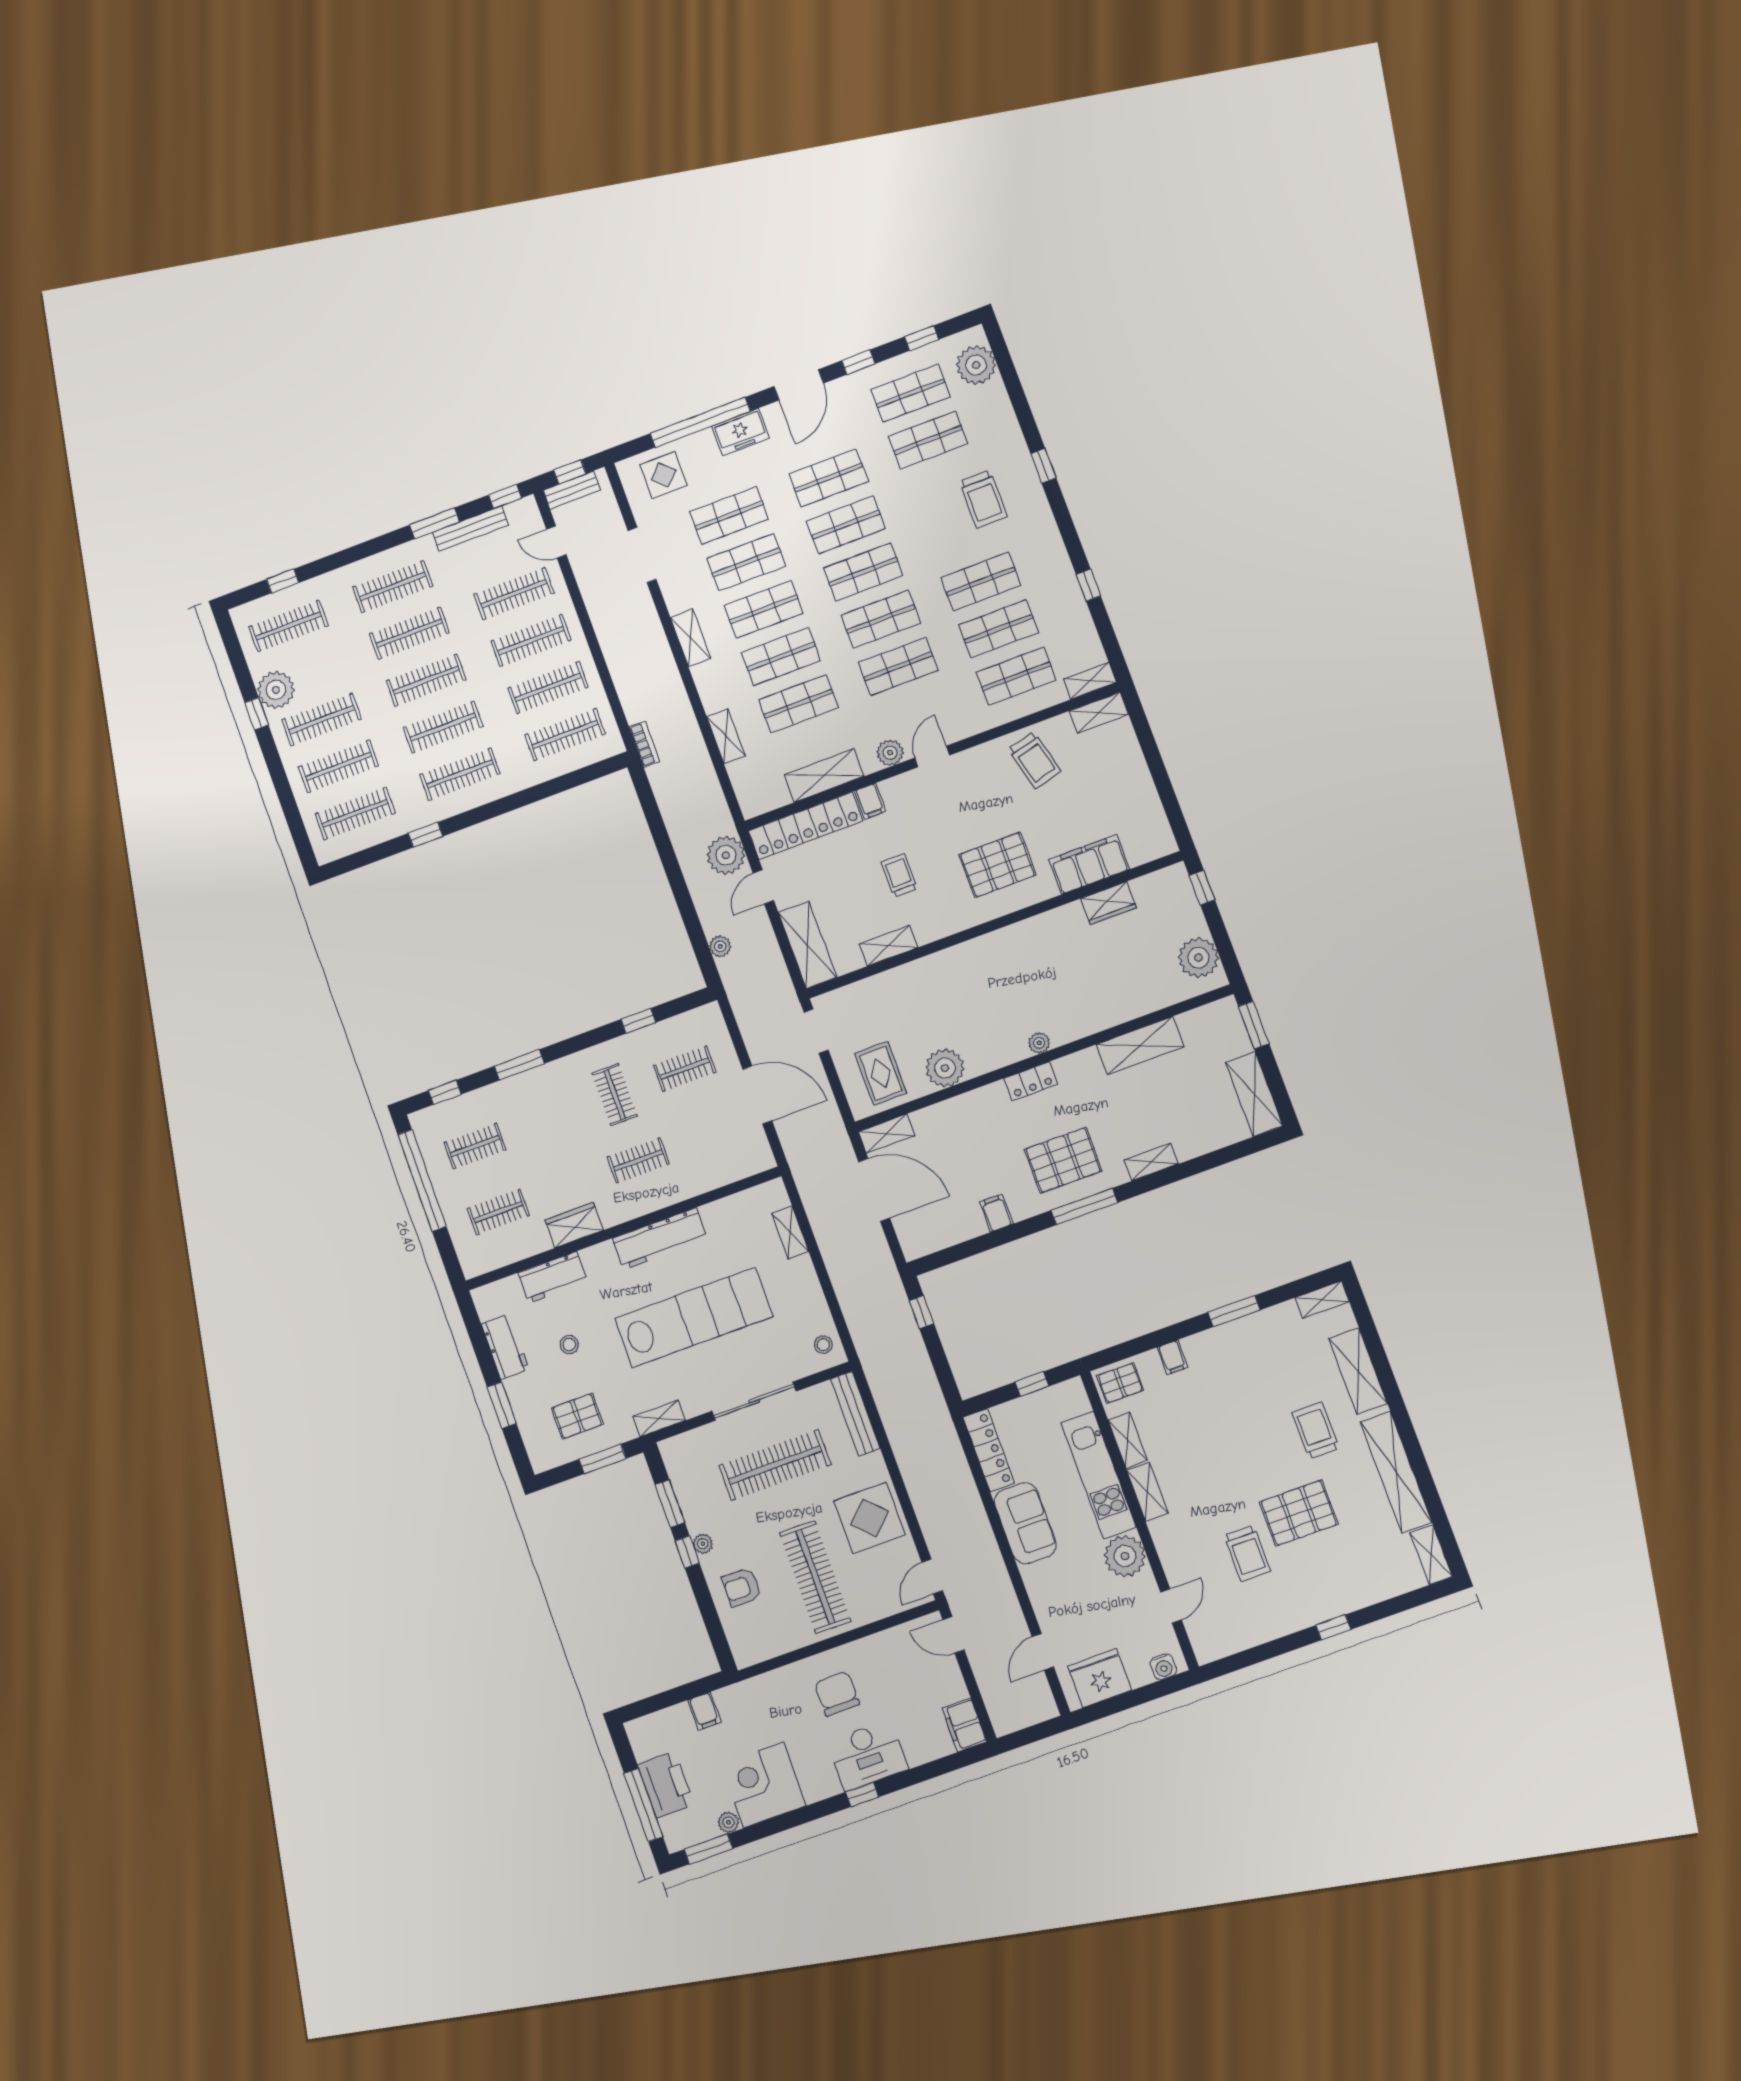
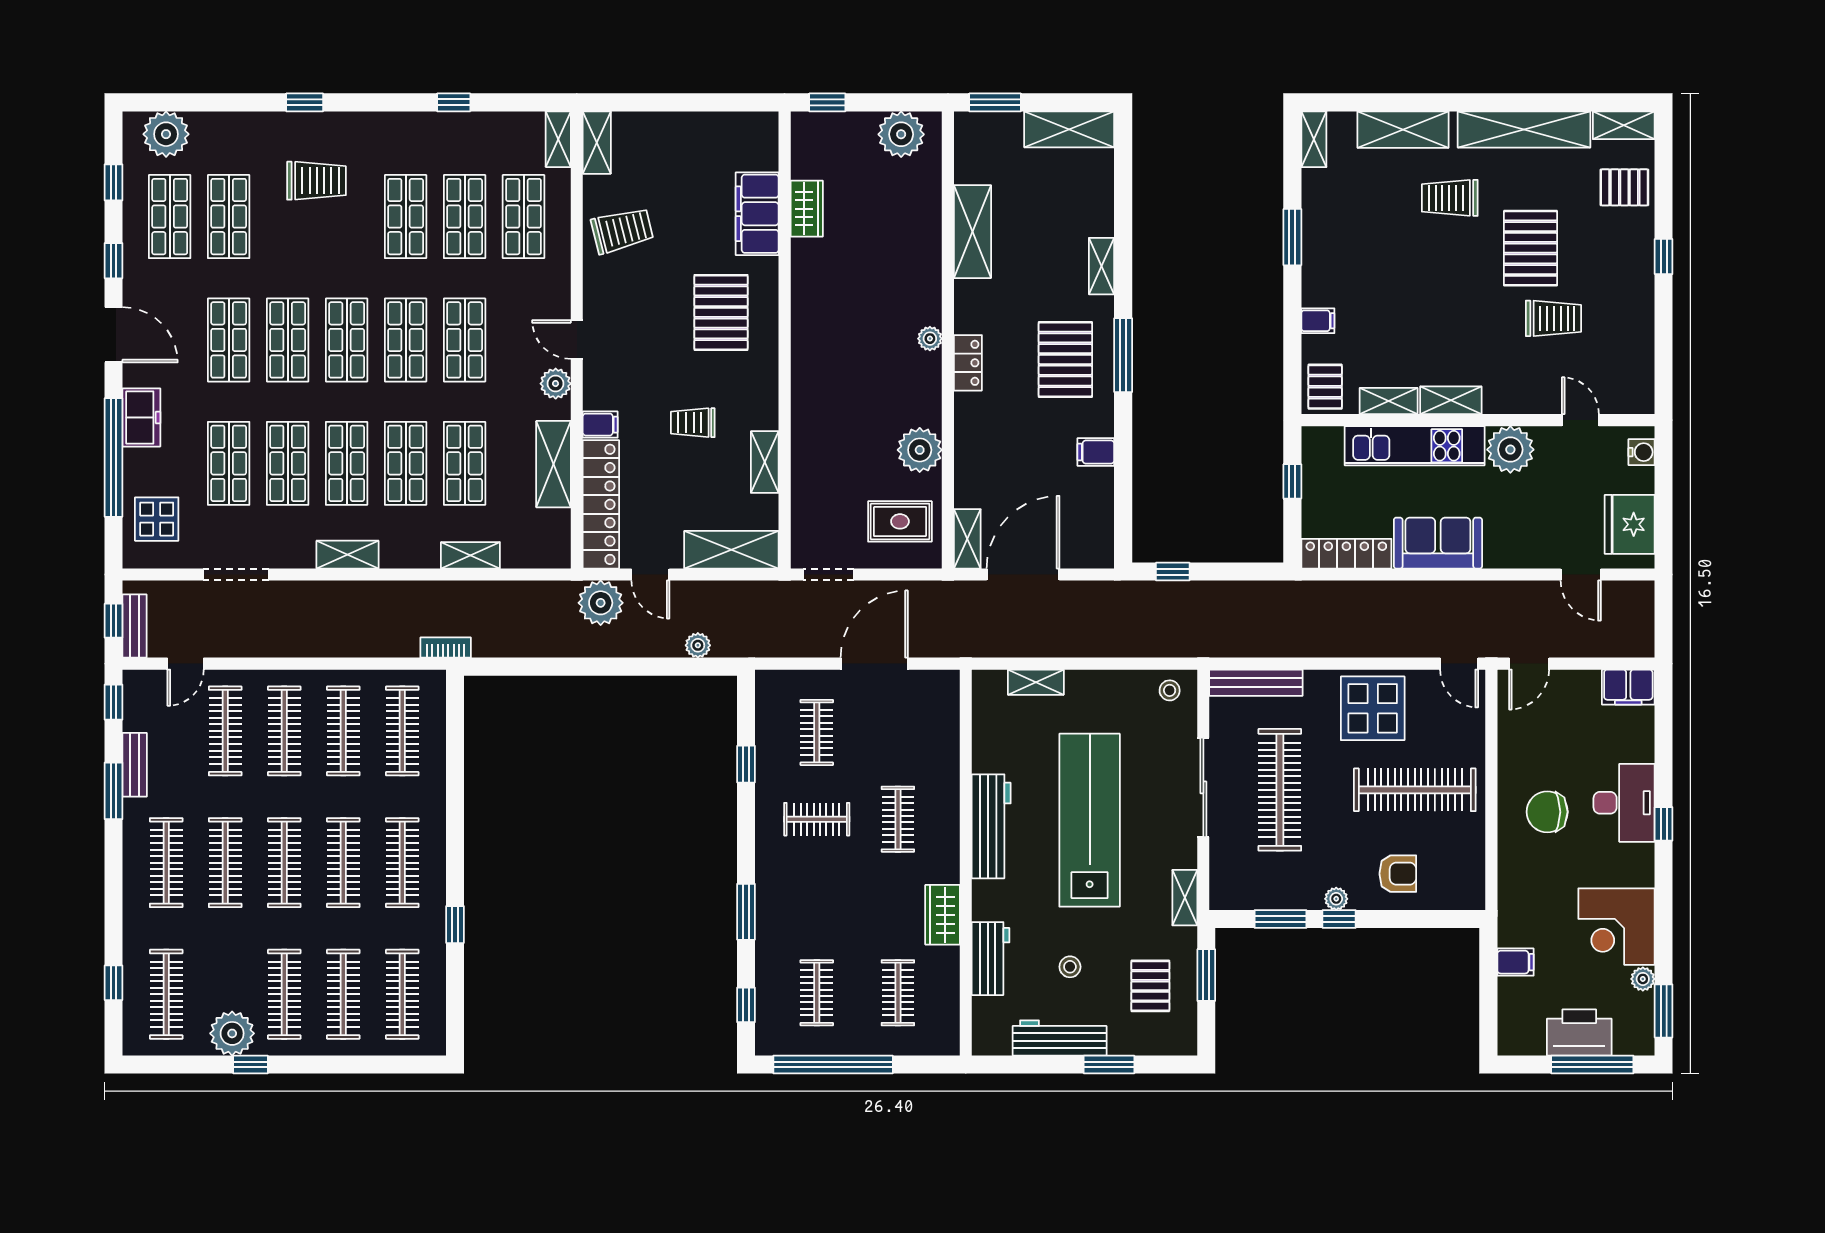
bench: (470, 529) -> (135, 765), width x0.73
workbench: (505, 1347) -> (1060, 1038), width x1.38
pallet: (1379, 1574) -> (1624, 187), added
armchair: (742, 1587) -> (1398, 874), turned -90

